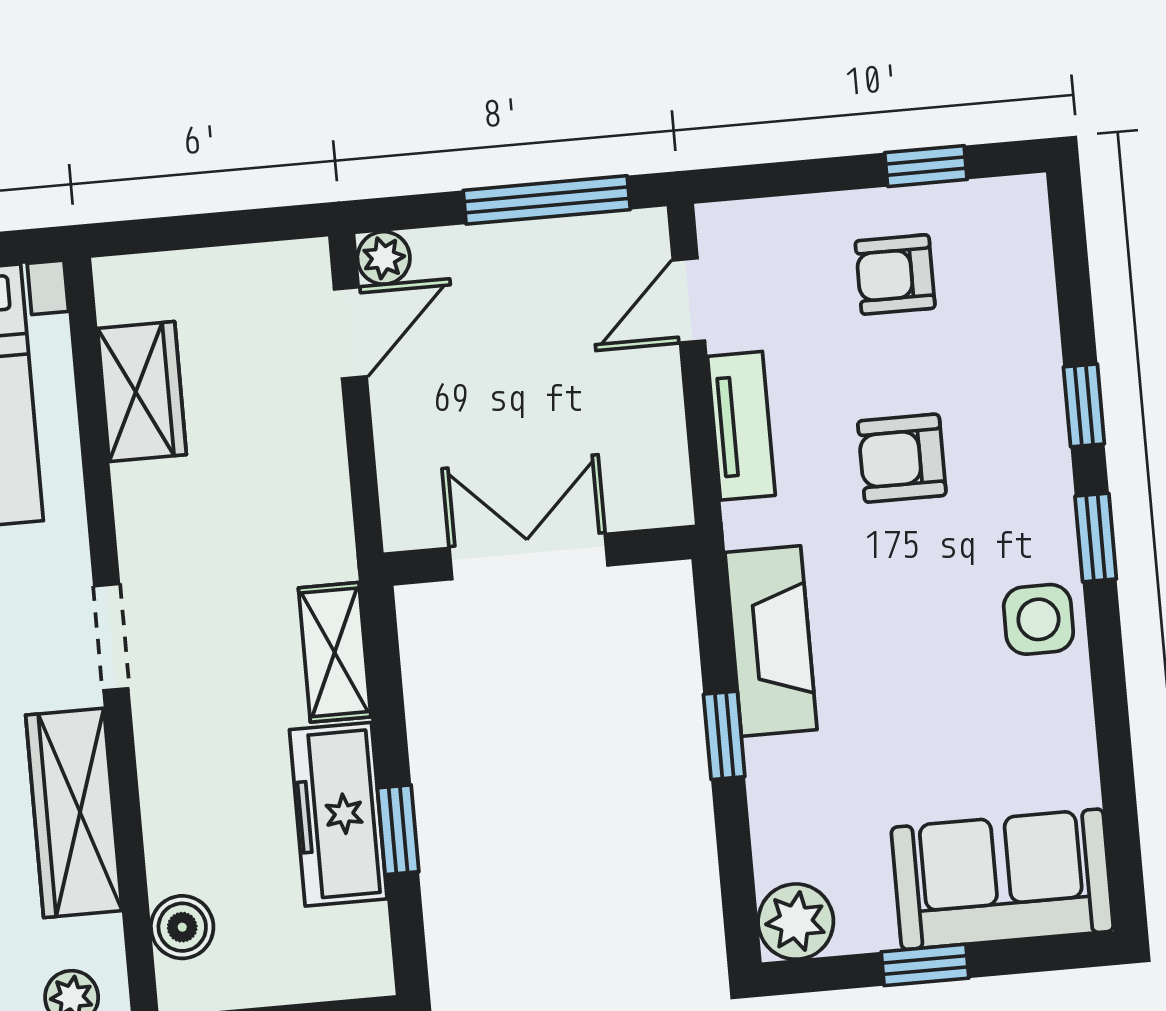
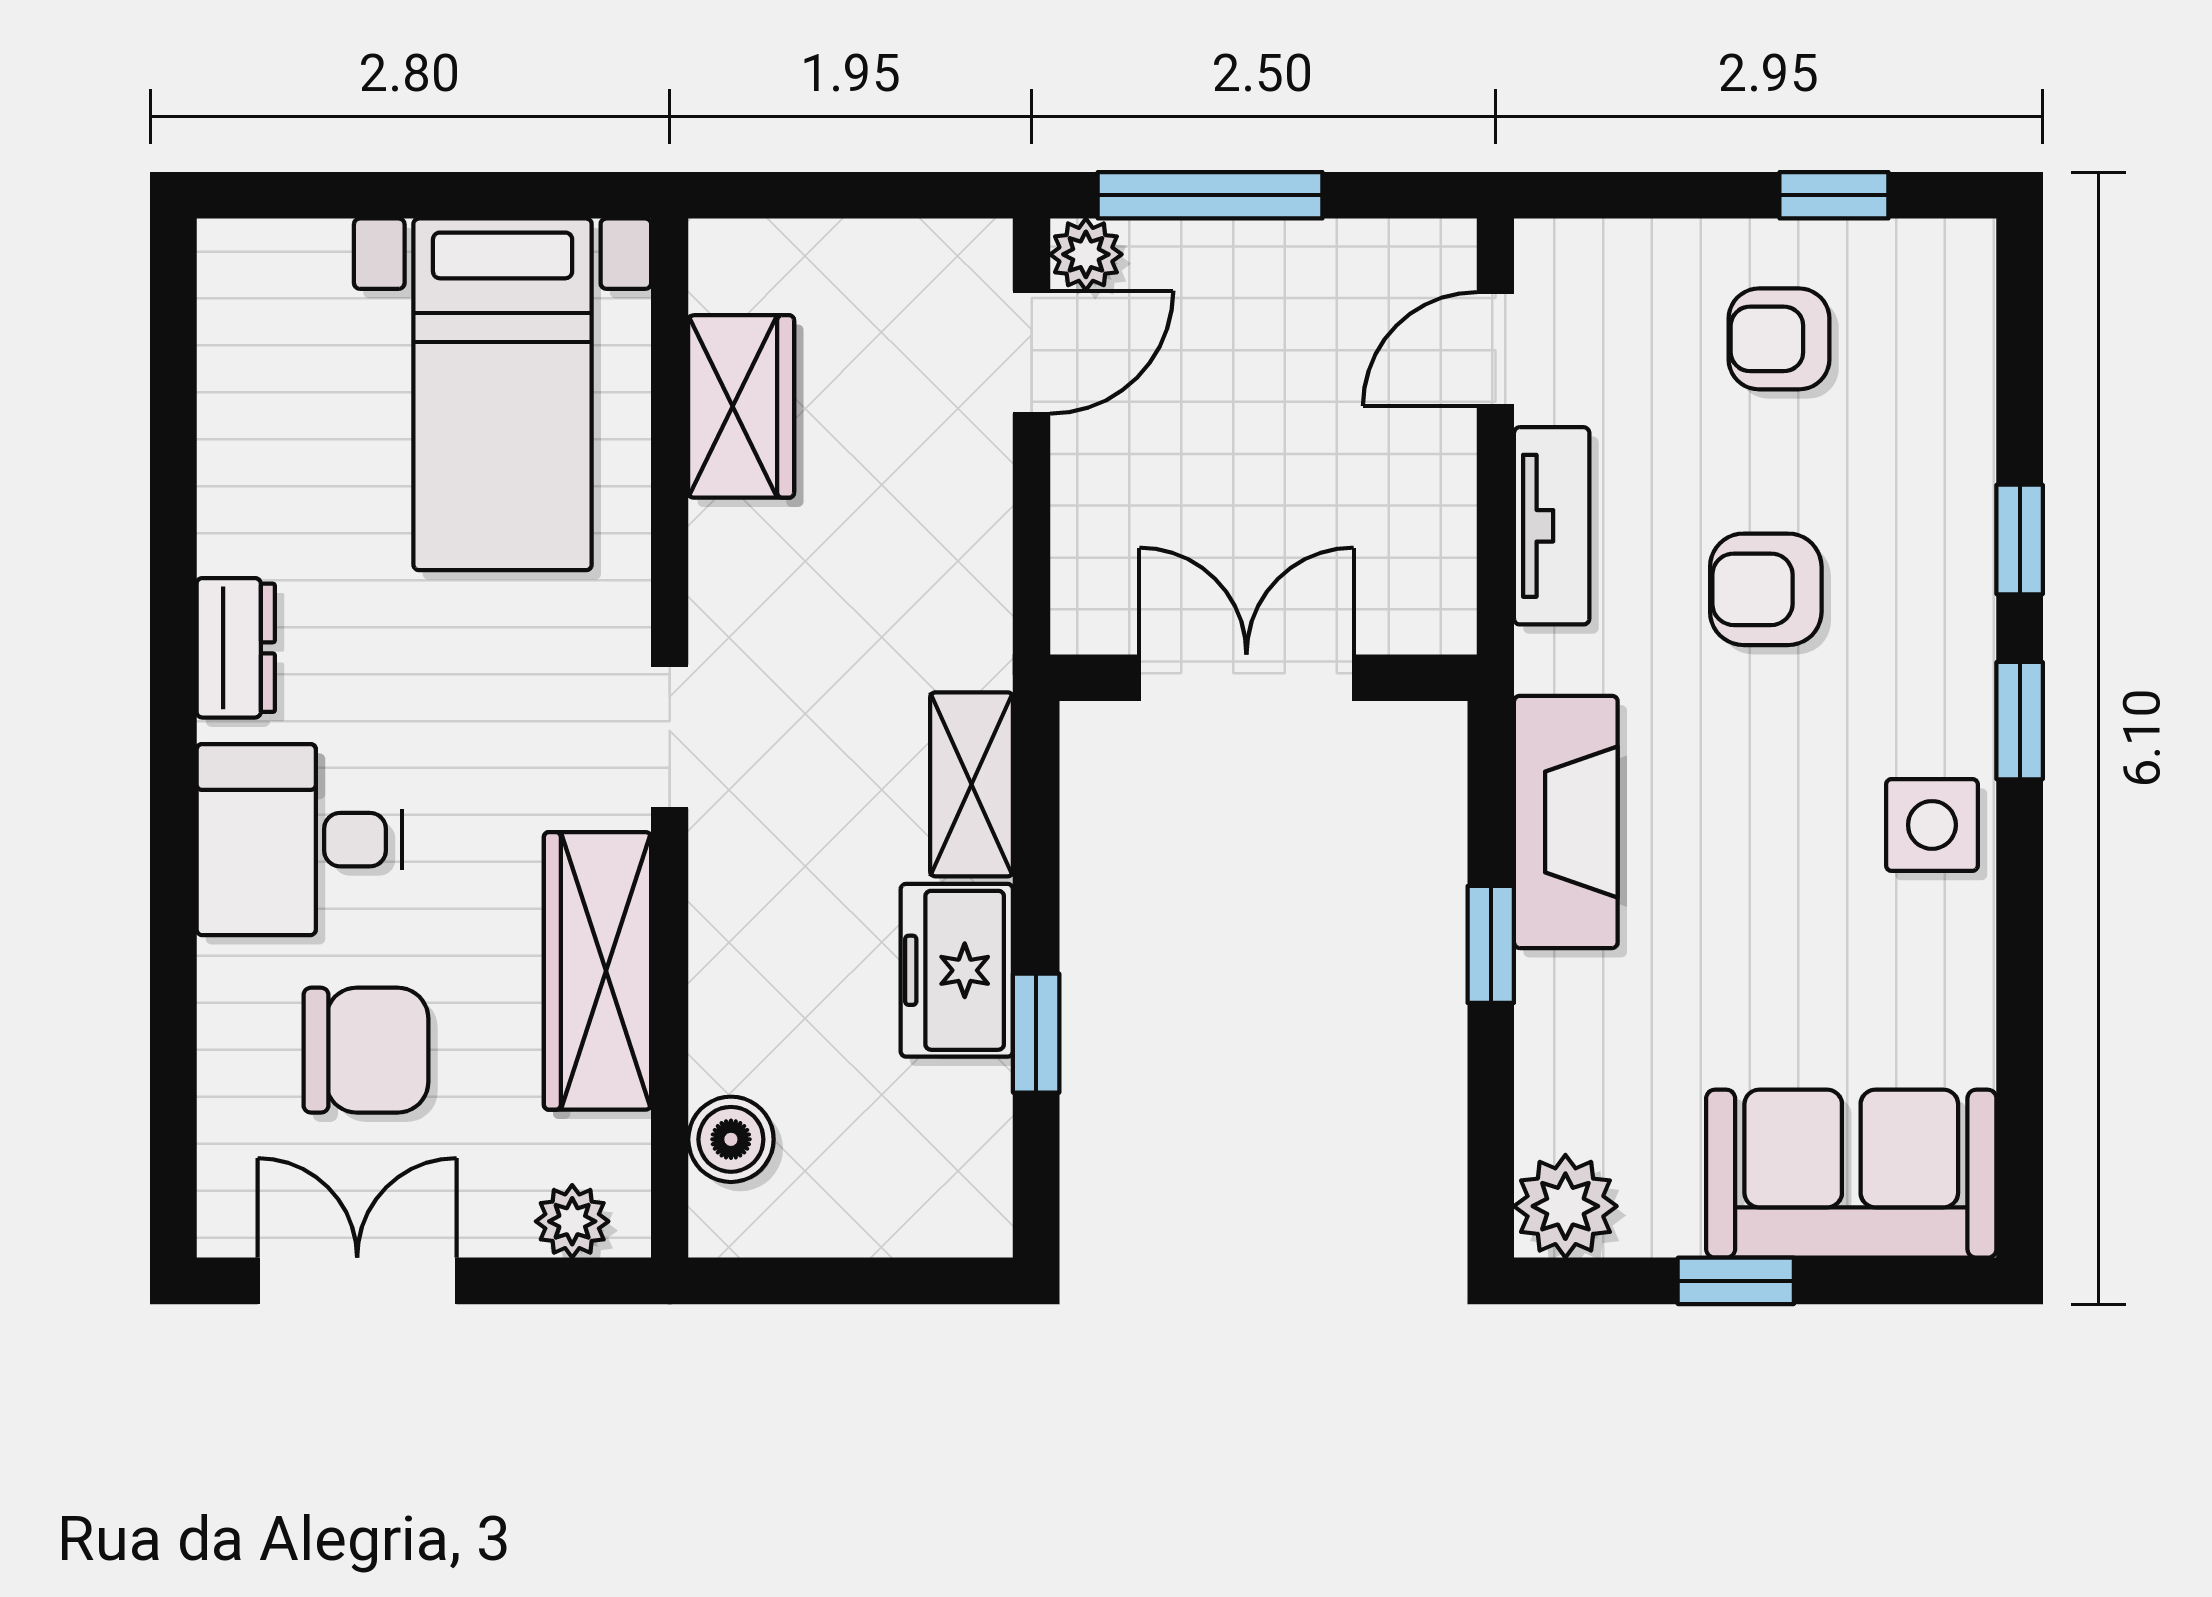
window: (547, 200) -> (1210, 195), moved
freezer: (338, 814) -> (957, 970), width x0.71

